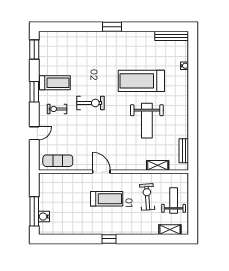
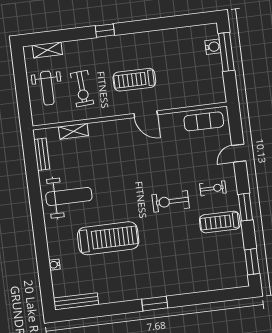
weight bench: (147, 121) -> (69, 196), moved, turned 90
window: (109, 239) -> (105, 31), moved

